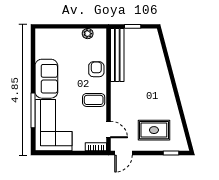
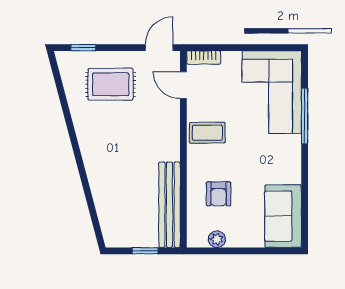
armchair: (96, 69) -> (218, 194), moved
sofa: (46, 79) -> (283, 216), moved

